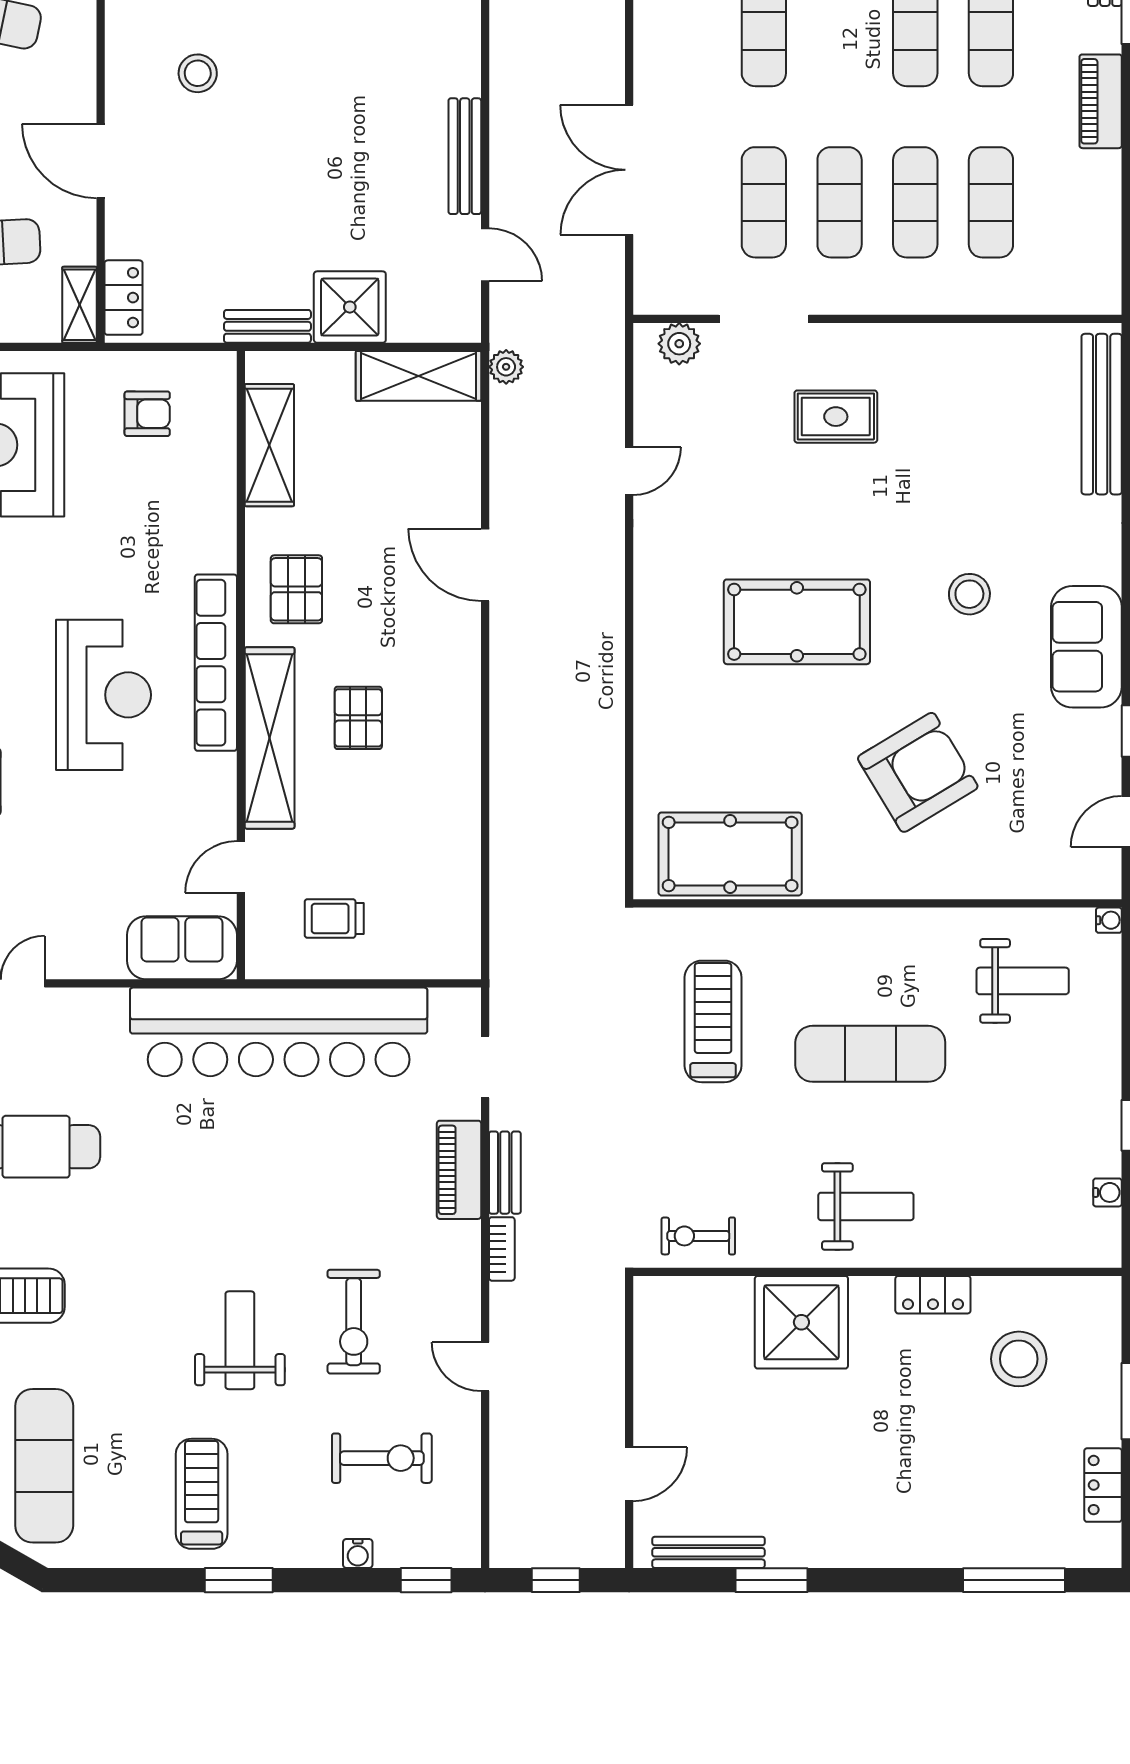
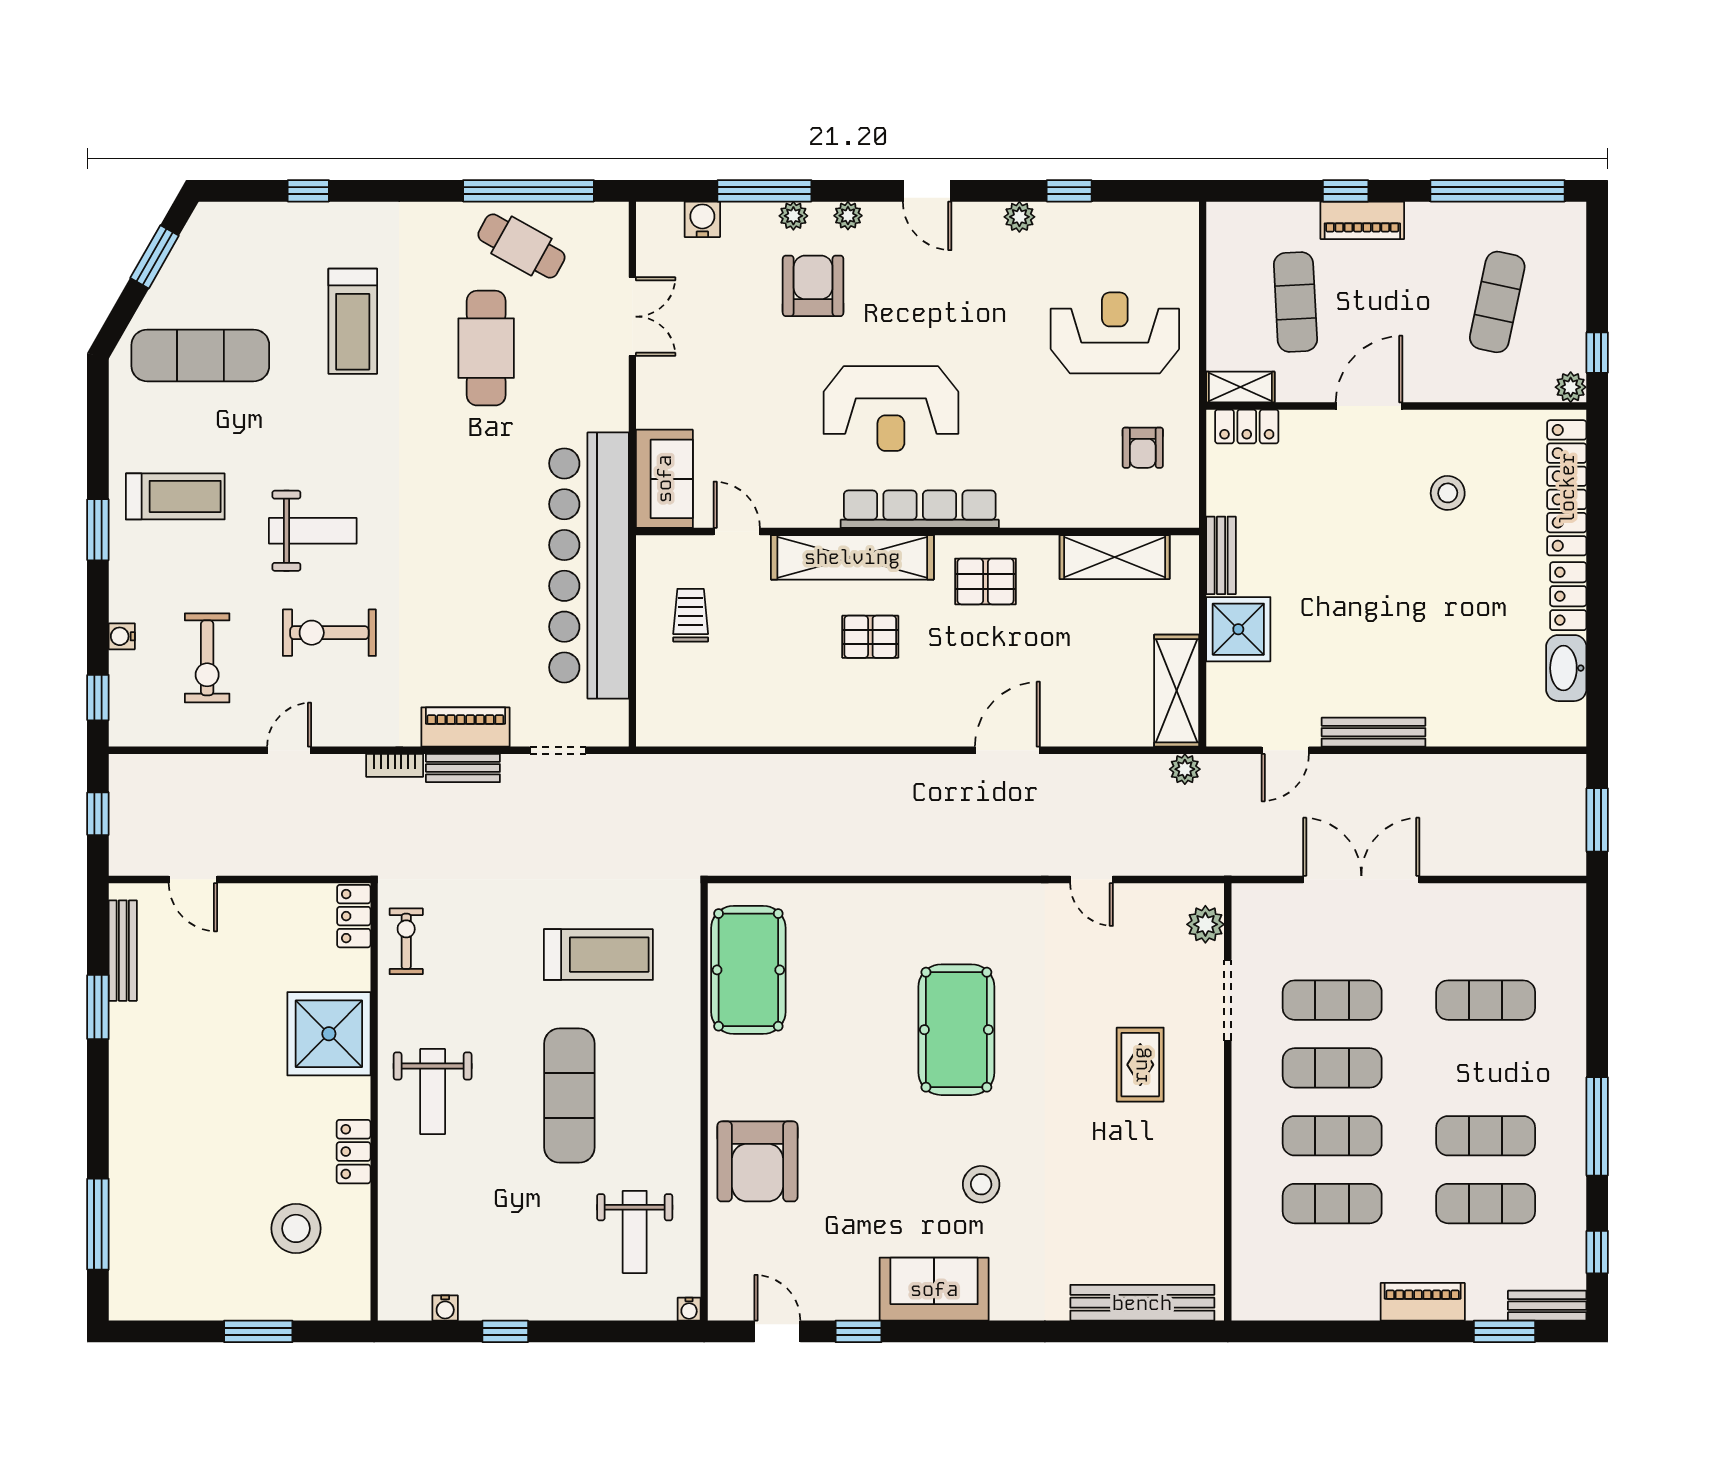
armchair: (918, 772) -> (757, 1161), moved, turned 31
locker: (1103, 1485) -> (354, 916), moved, turned -90

